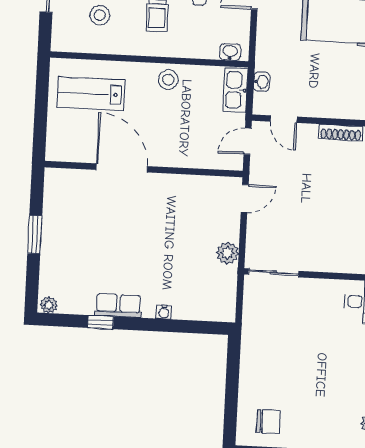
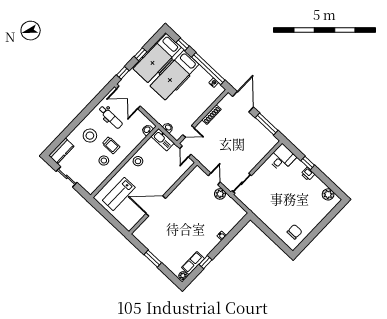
stool: (100, 15) -> (104, 161), moved
door: (245, 198) -> (214, 179), moved
row of seats: (118, 306) -> (193, 263), moved

